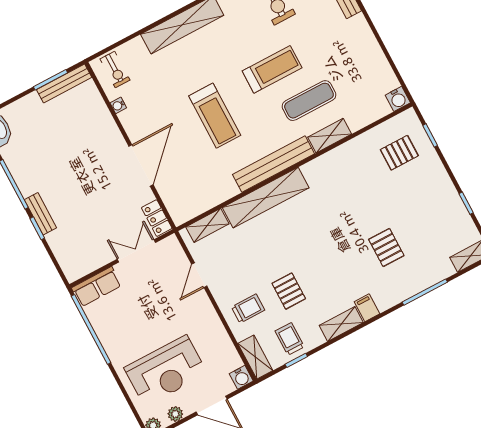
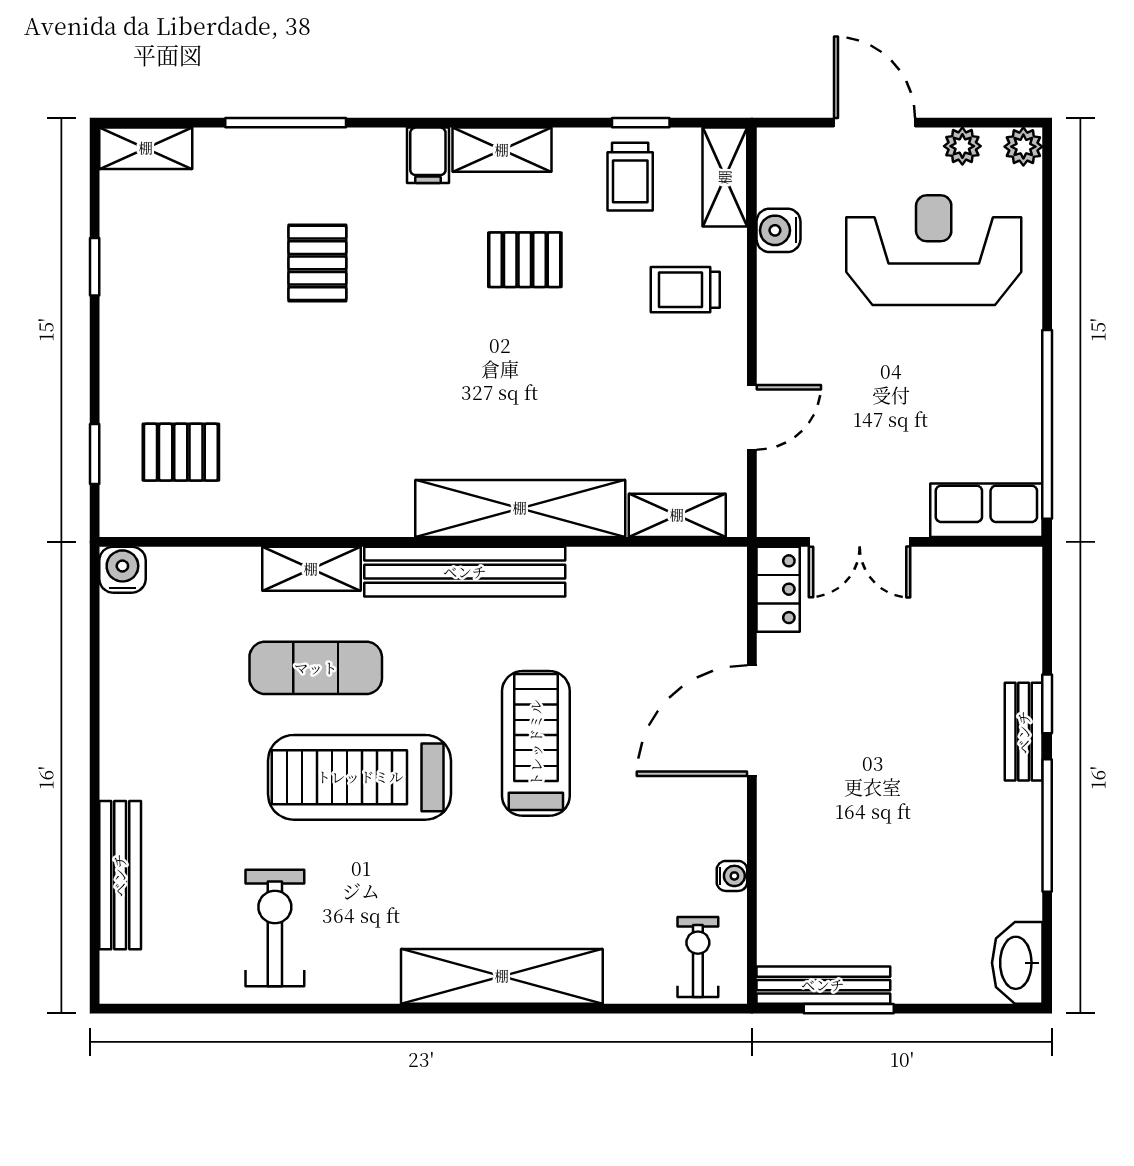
treadmill: (272, 69) -> (360, 777), width x1.37, depth x1.38
pallet: (289, 291) -> (525, 260), moved, turned 90
water cooler: (241, 377) -> (778, 230), moved, turned -90

